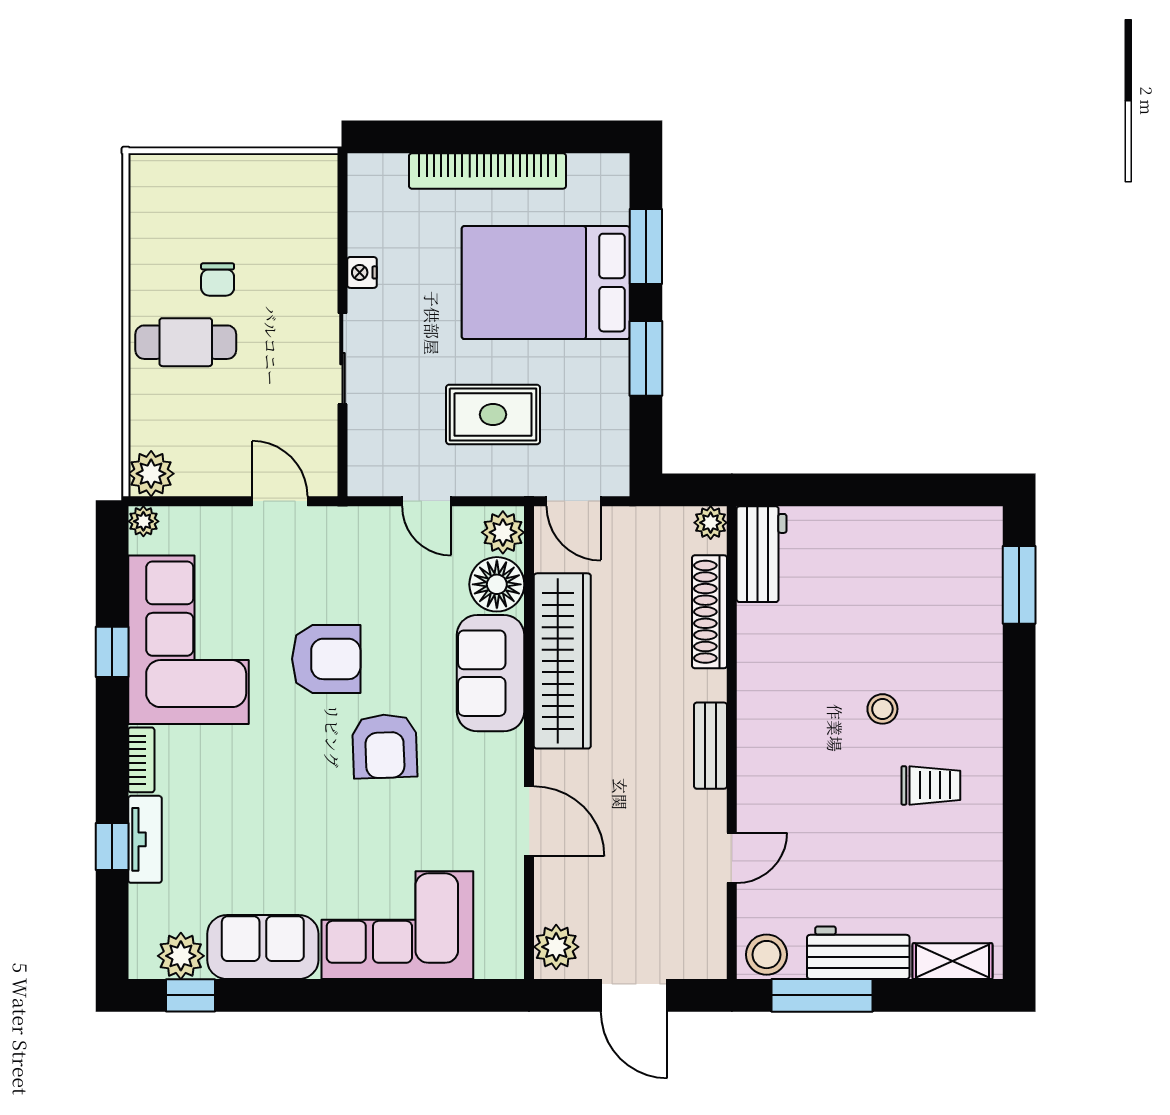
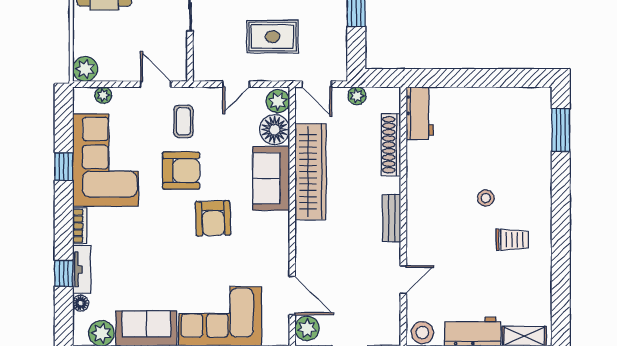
door: (427, 501) -> (236, 84), hinge flipped
plant: (143, 521) -> (103, 95), moved
plant: (711, 523) -> (357, 96), moved
coffee table: (331, 569) -> (184, 121), added
door: (529, 821) -> (292, 296), moved
floor lamp: (143, 901) -> (81, 303), added

